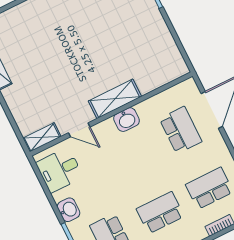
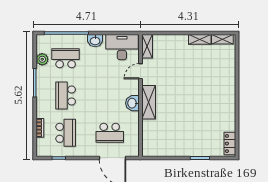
desk: (60, 170) -> (122, 47), width x1.37
school desk: (160, 213) -> (66, 95), turned 180

